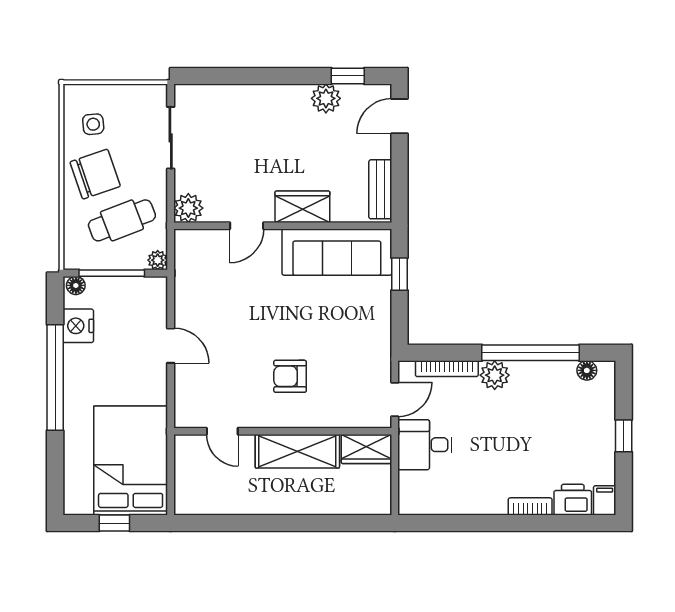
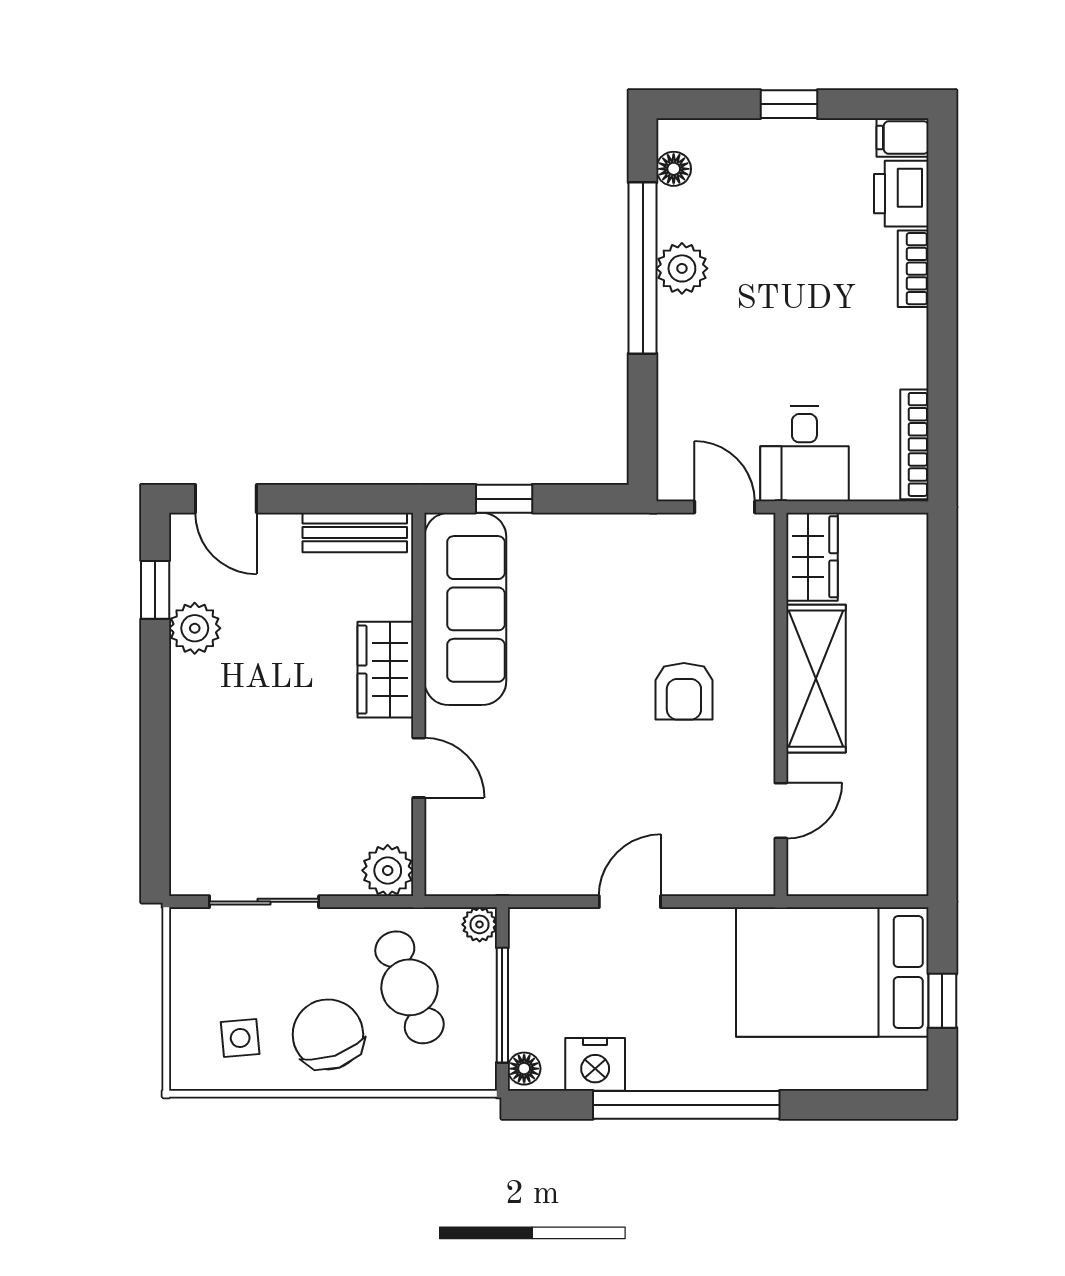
bookcase: (447, 369) -> (914, 444), moved, turned 180
plant: (495, 375) -> (682, 268), moved

